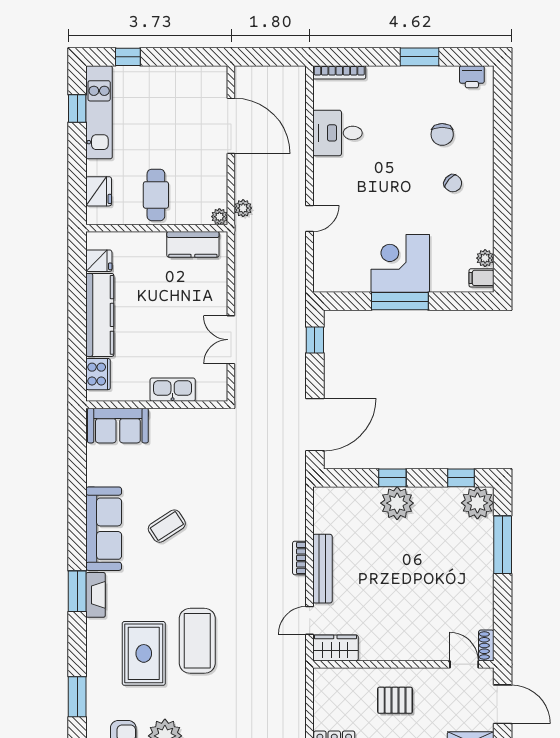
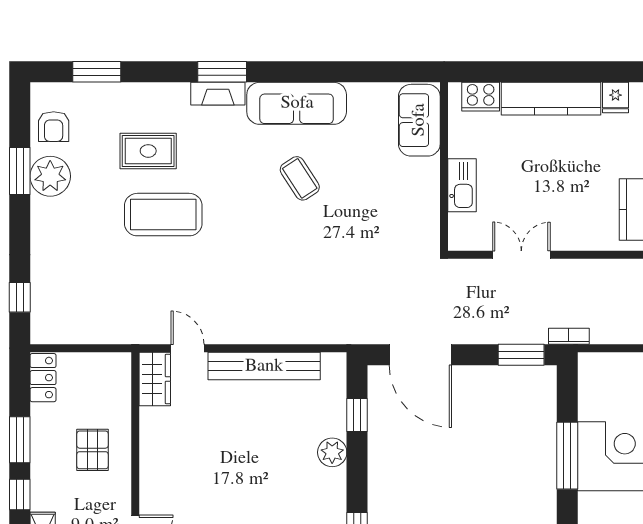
window: (315, 340) -> (521, 355), width x1.50
window: (392, 478) -> (357, 415), moved
plant: (397, 503) -> (332, 452), width x0.73, depth x0.73
bookcase: (299, 558) -> (569, 336), moved
bench: (322, 569) -> (264, 366), width x1.37, depth x1.21
rug: (144, 653) -> (148, 151), width x0.73, depth x0.70

